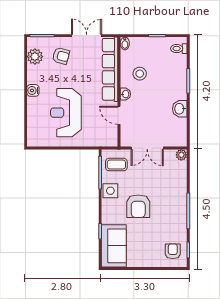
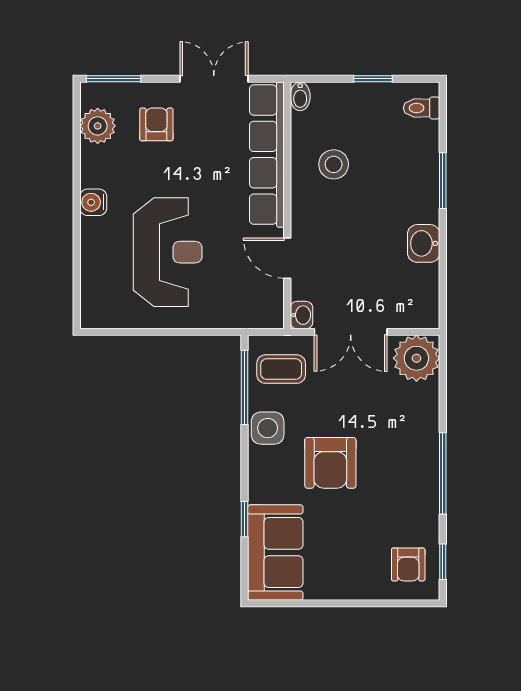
armchair: (61, 56) -> (156, 124), turned -105
washbasin: (125, 94) -> (301, 315), moved
reception desk: (66, 113) -> (168, 252), turned 180
plant: (181, 155) -> (416, 358), width x1.88, depth x1.88
armchair: (173, 251) -> (408, 564), turned 180

